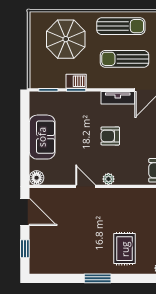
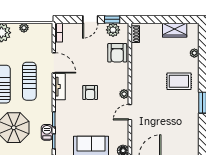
barbecue: (76, 81) -> (47, 132), moved

